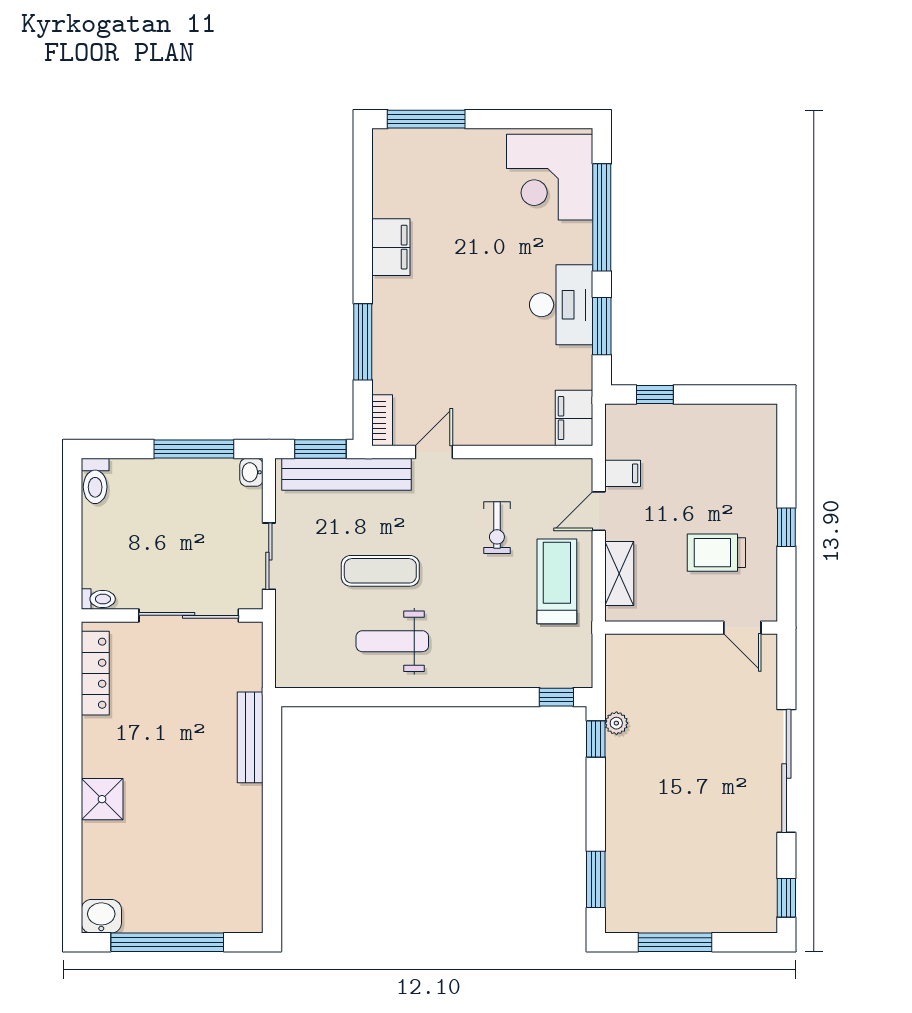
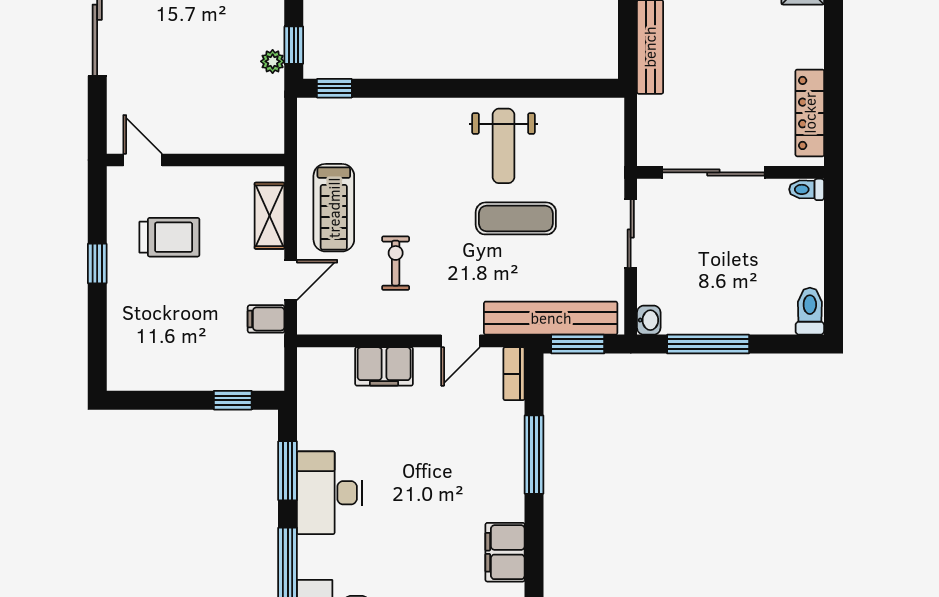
filing cabinet: (574, 418) -> (384, 366), moved, turned 90
weight bench: (392, 641) -> (503, 146), turned 90

